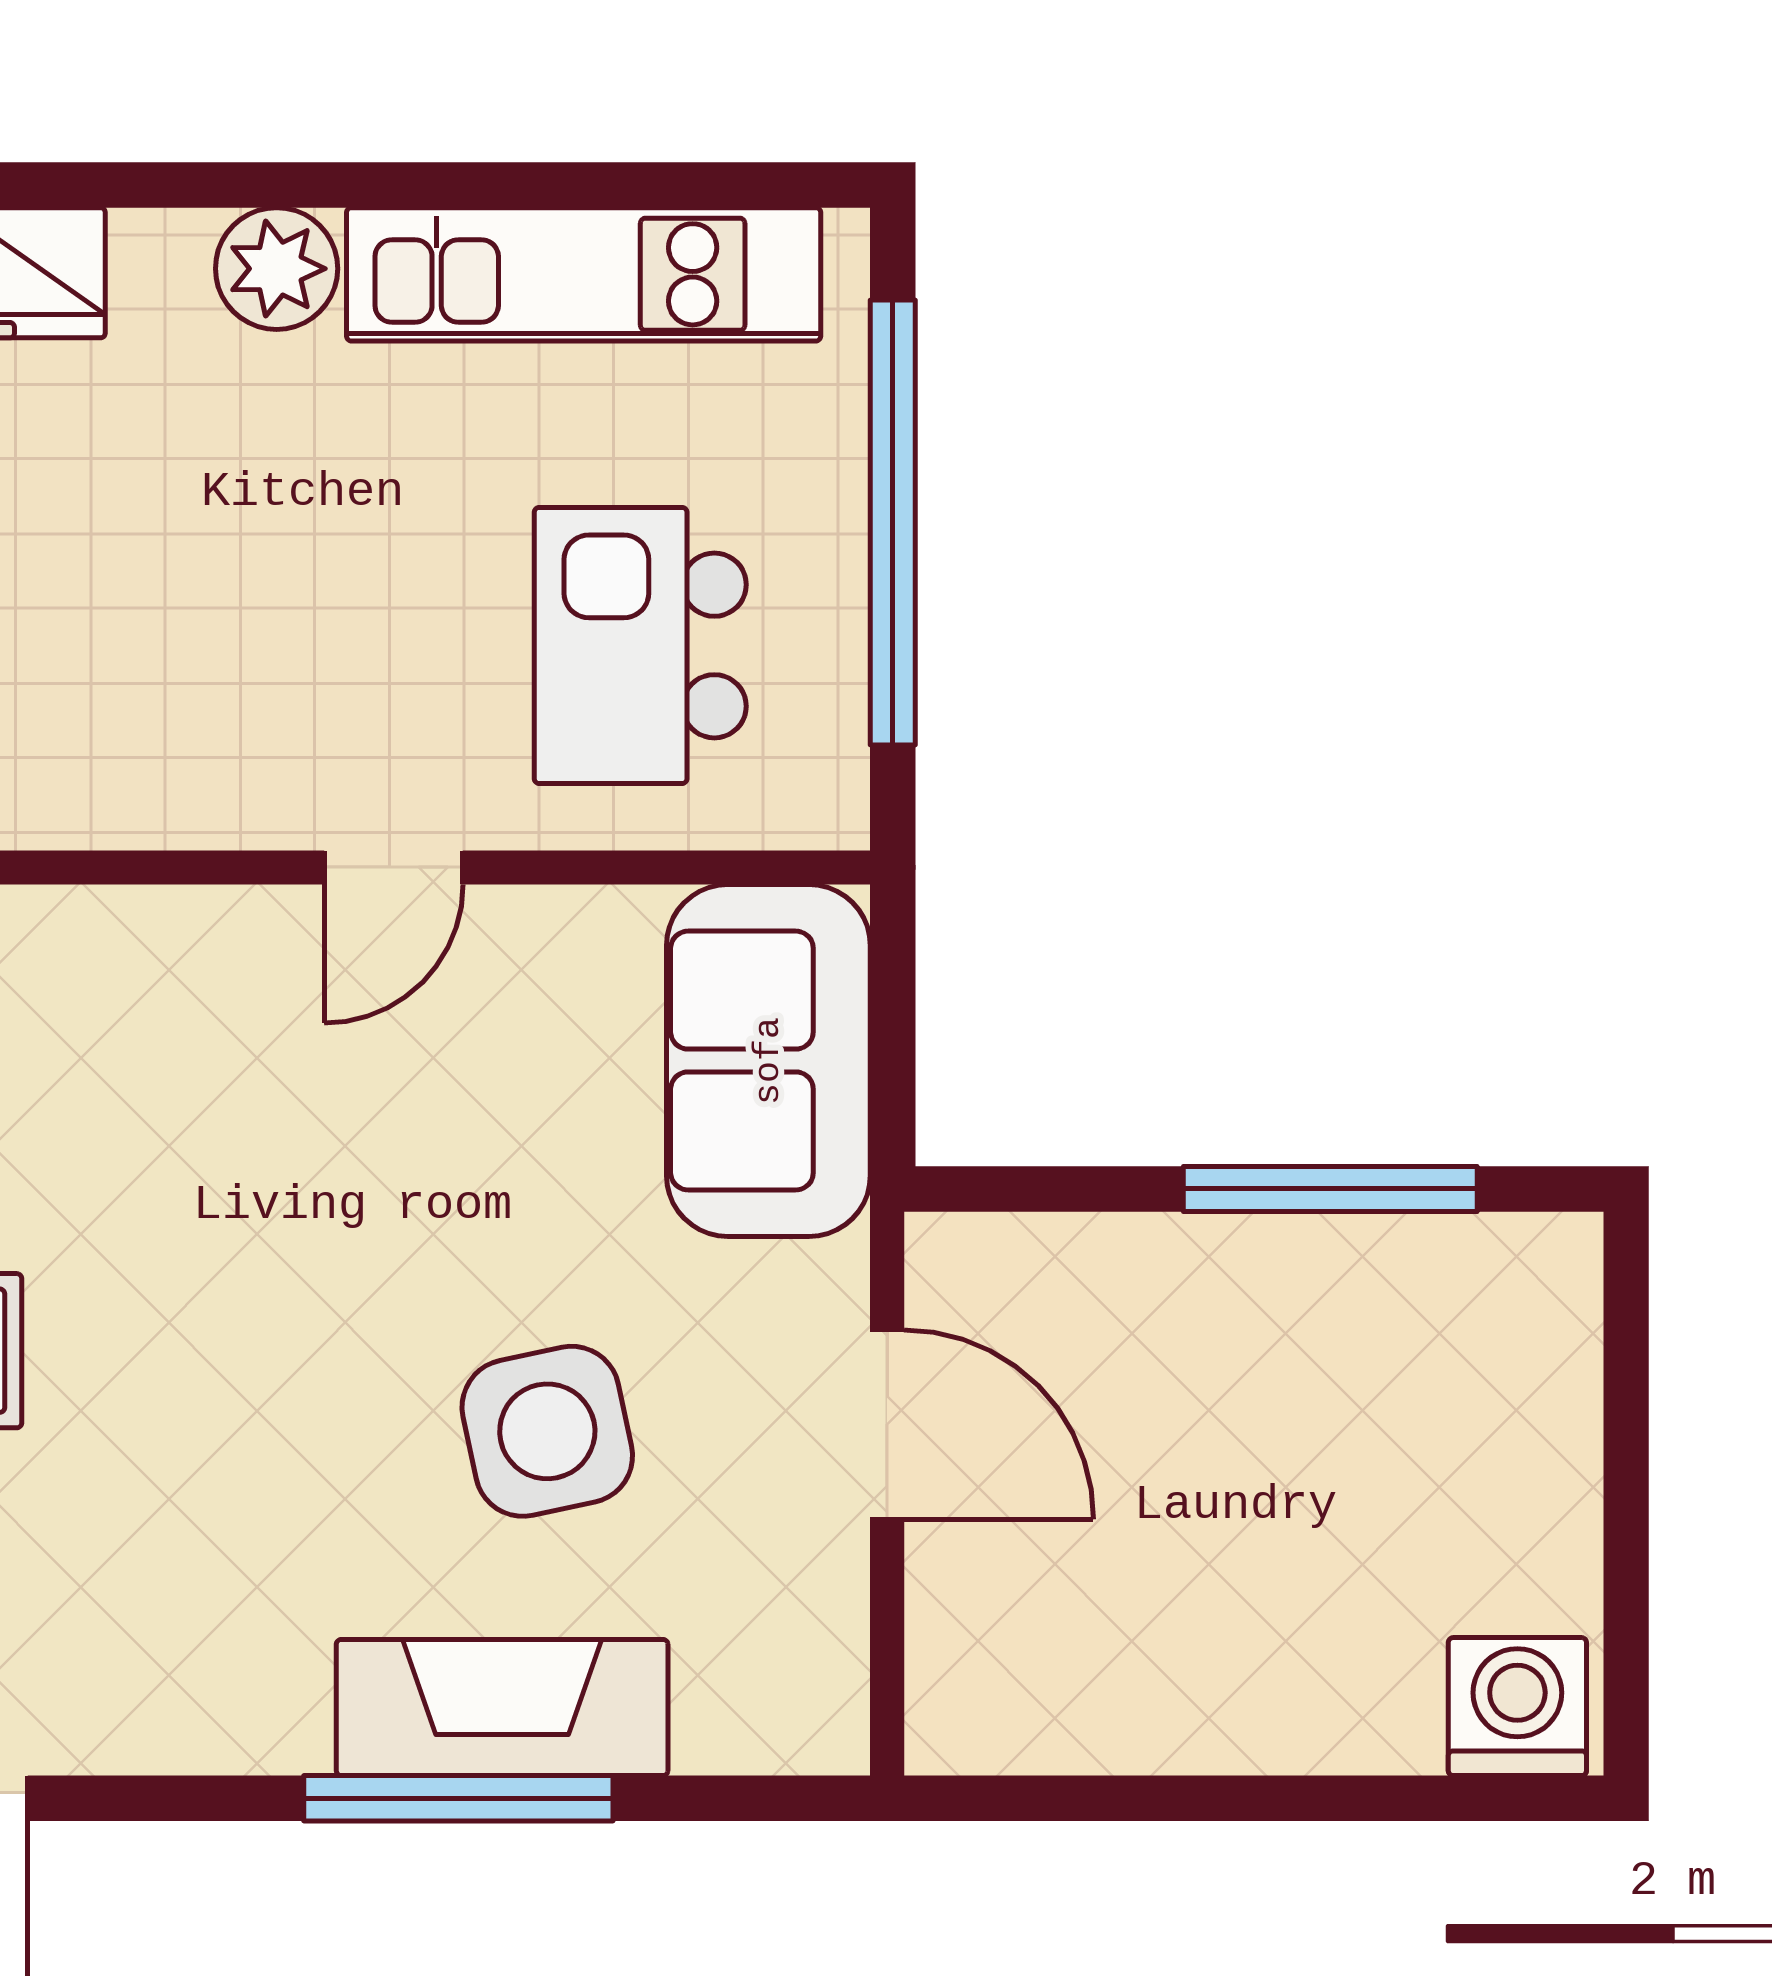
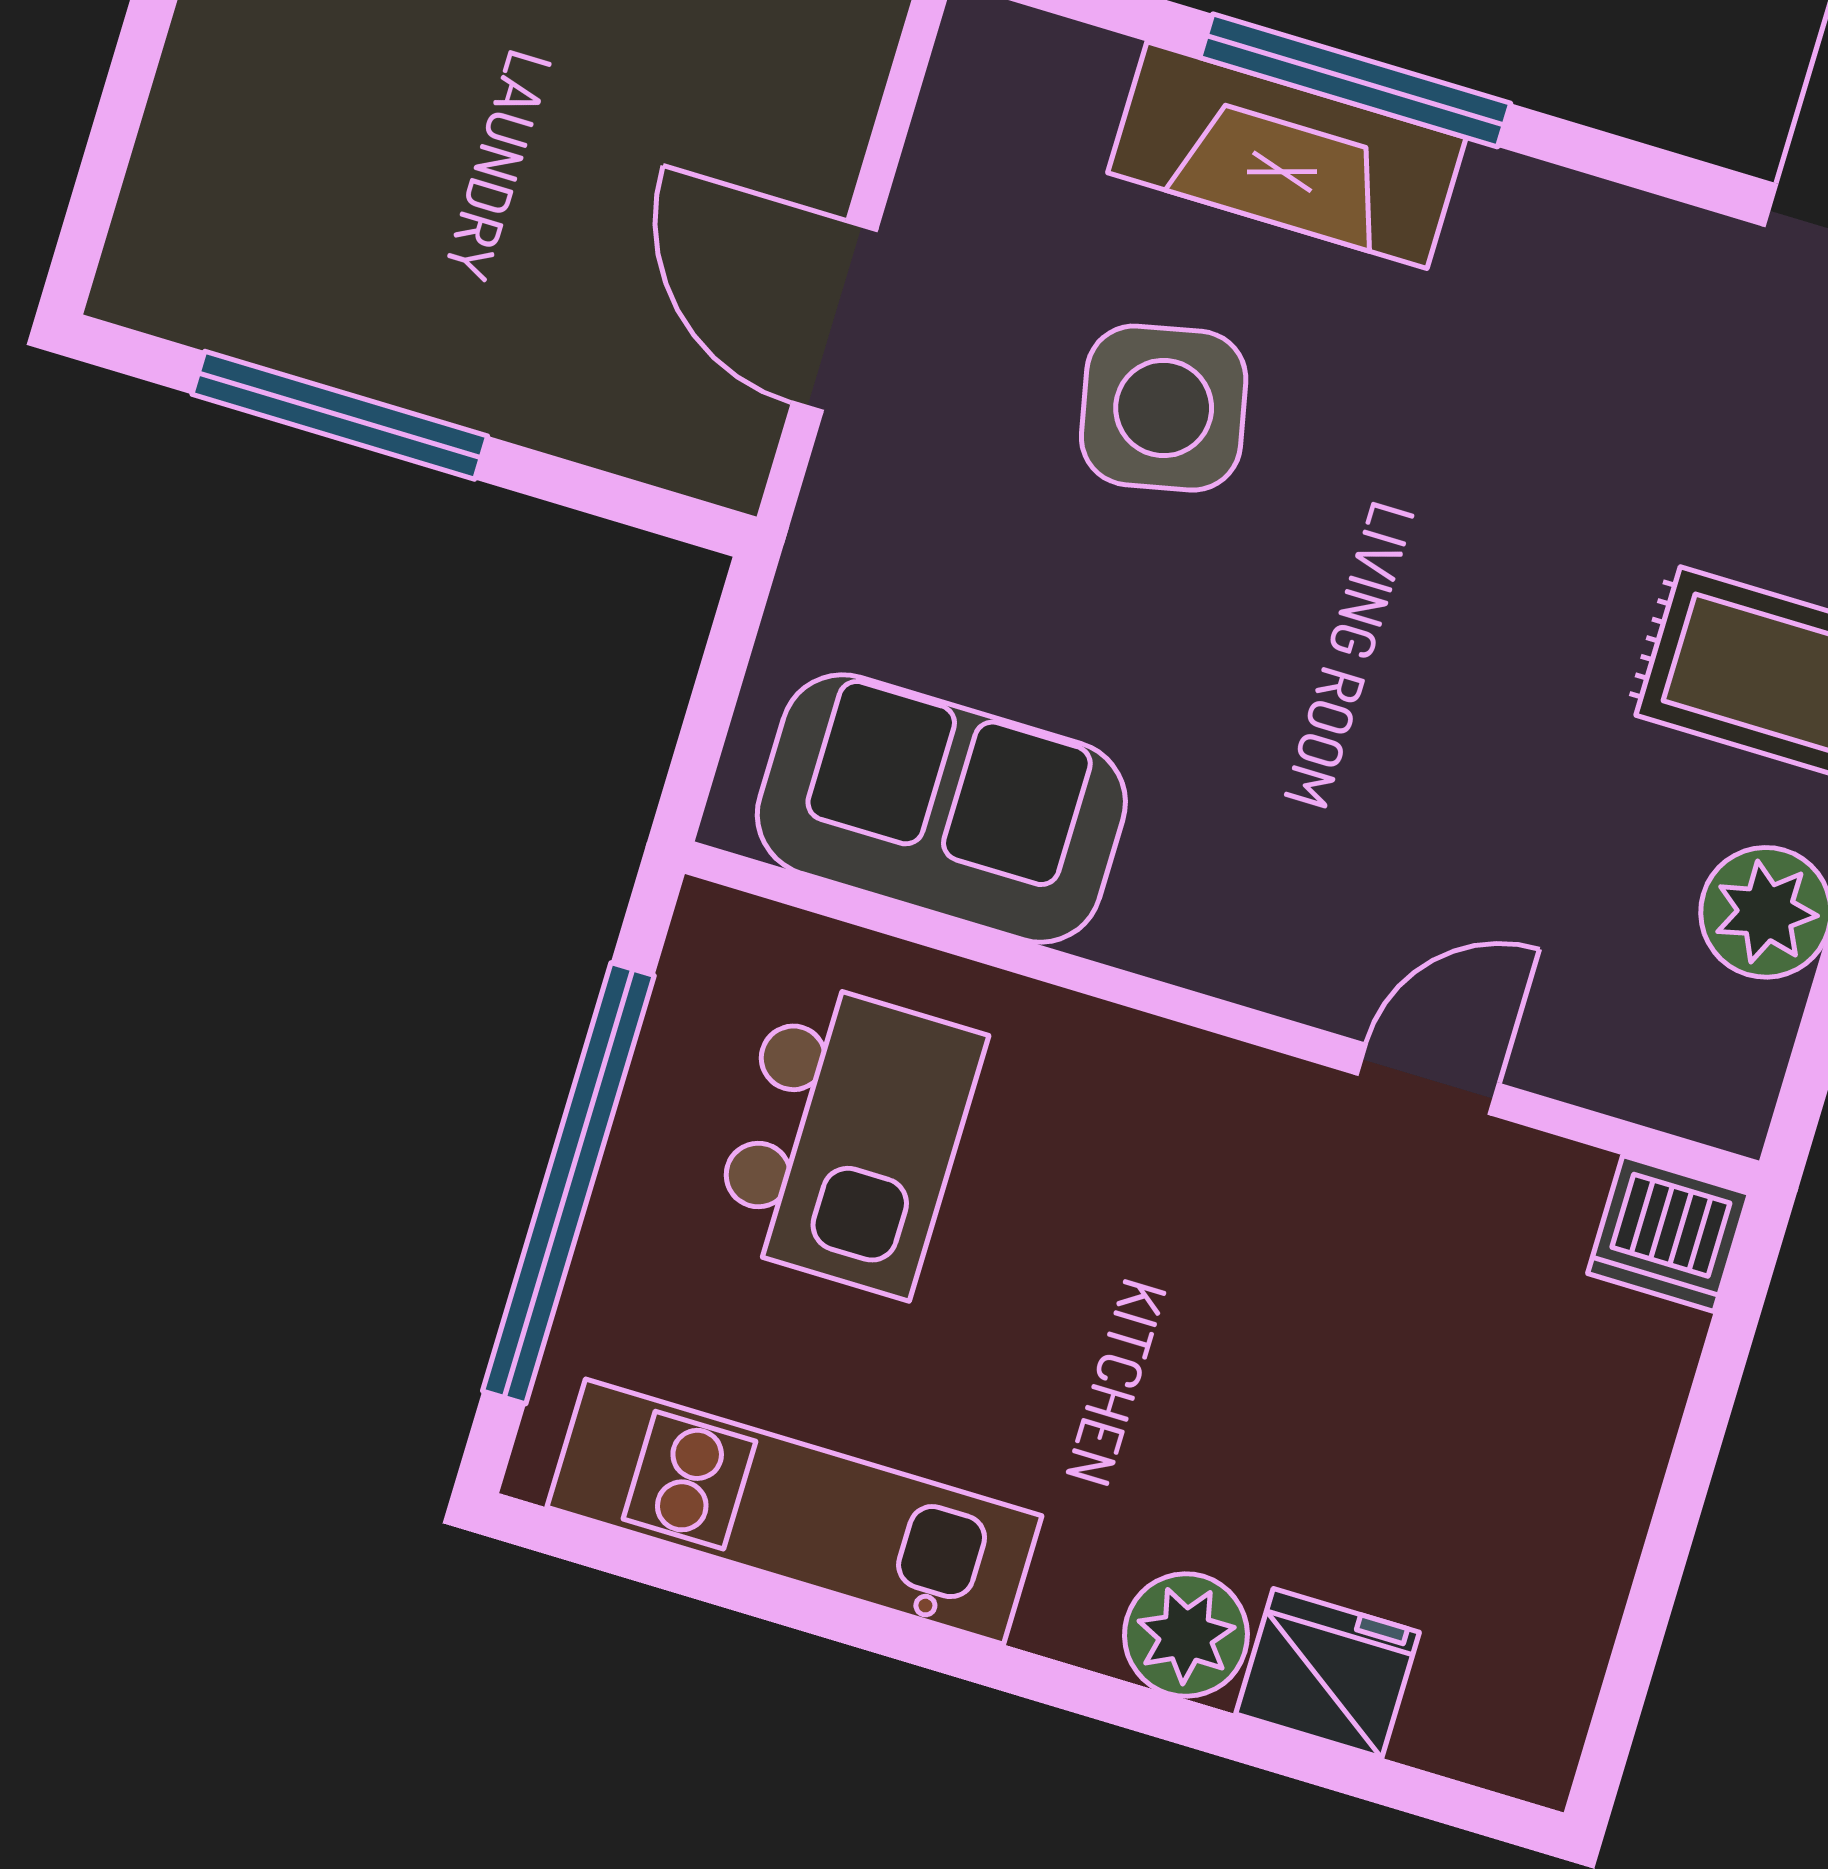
plant: (277, 269) -> (1186, 1635), moved
door: (394, 867) -> (1428, 1079), moved
sofa: (768, 1061) -> (941, 808), moved, turned -90

